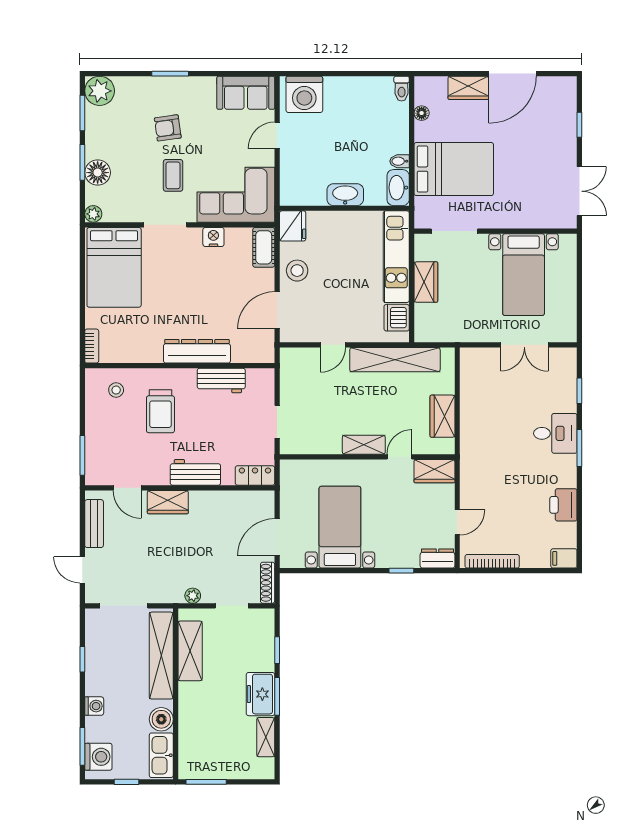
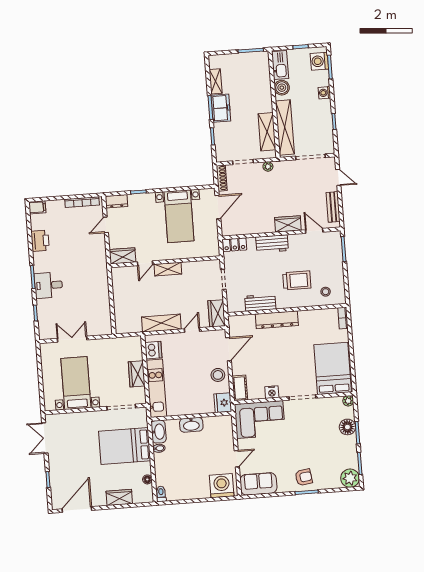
door: (513, 74) -> (77, 510), moved
armchair: (168, 128) -> (304, 477), moved
coffee table: (173, 175) -> (300, 429), removed
shelving: (395, 360) -> (161, 323), width x0.68
trolley: (160, 411) -> (297, 280), turned 90
wardrobe: (442, 416) -> (217, 313), moved, turned 180

